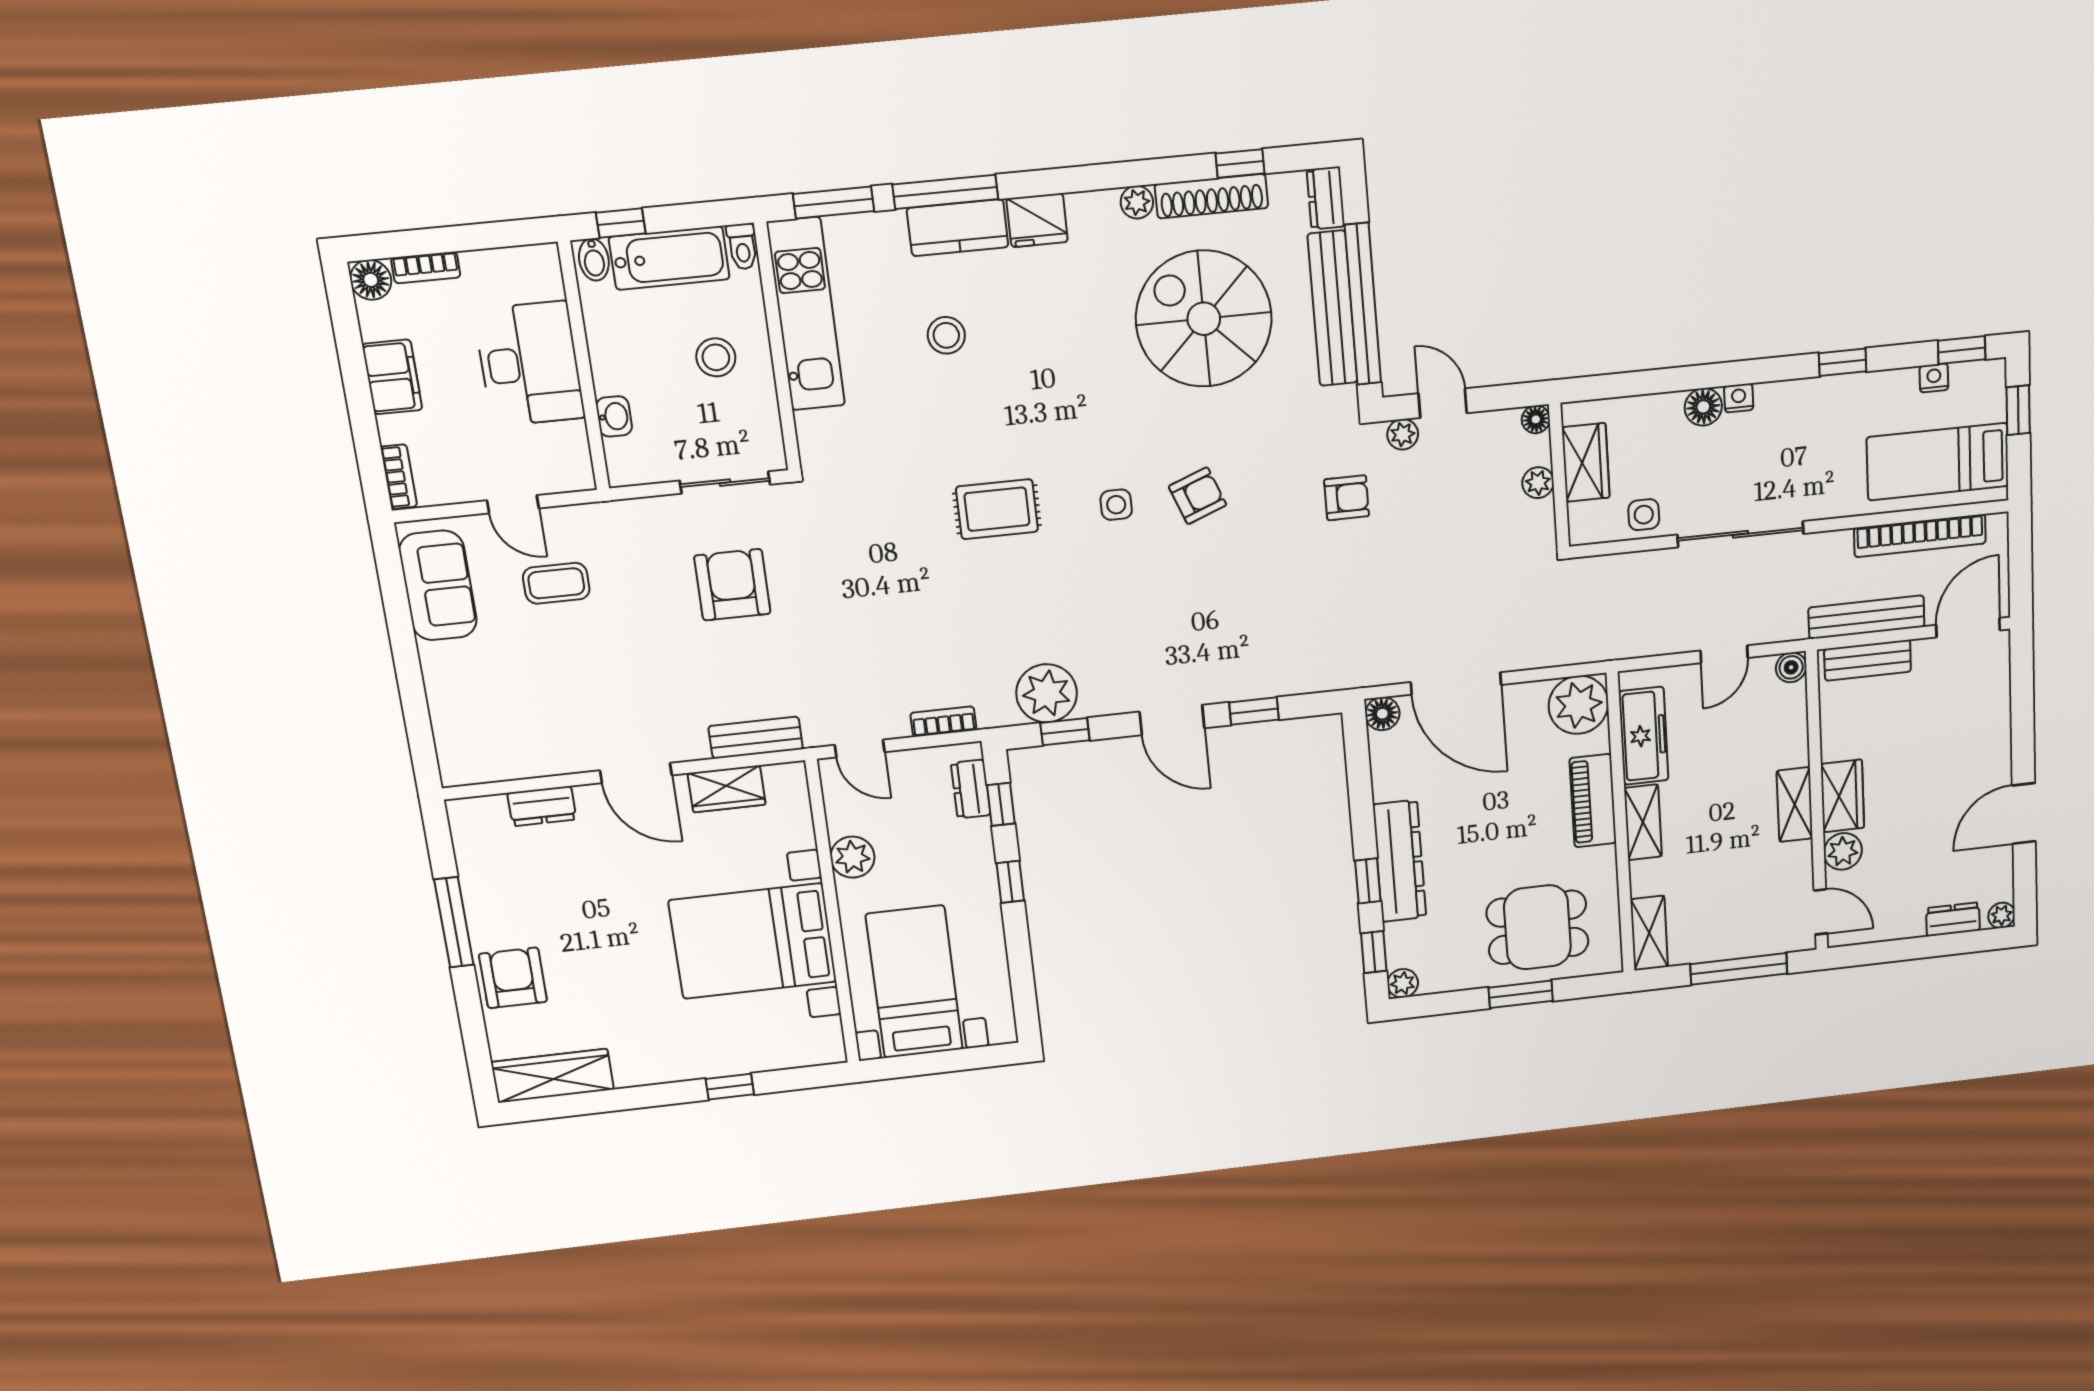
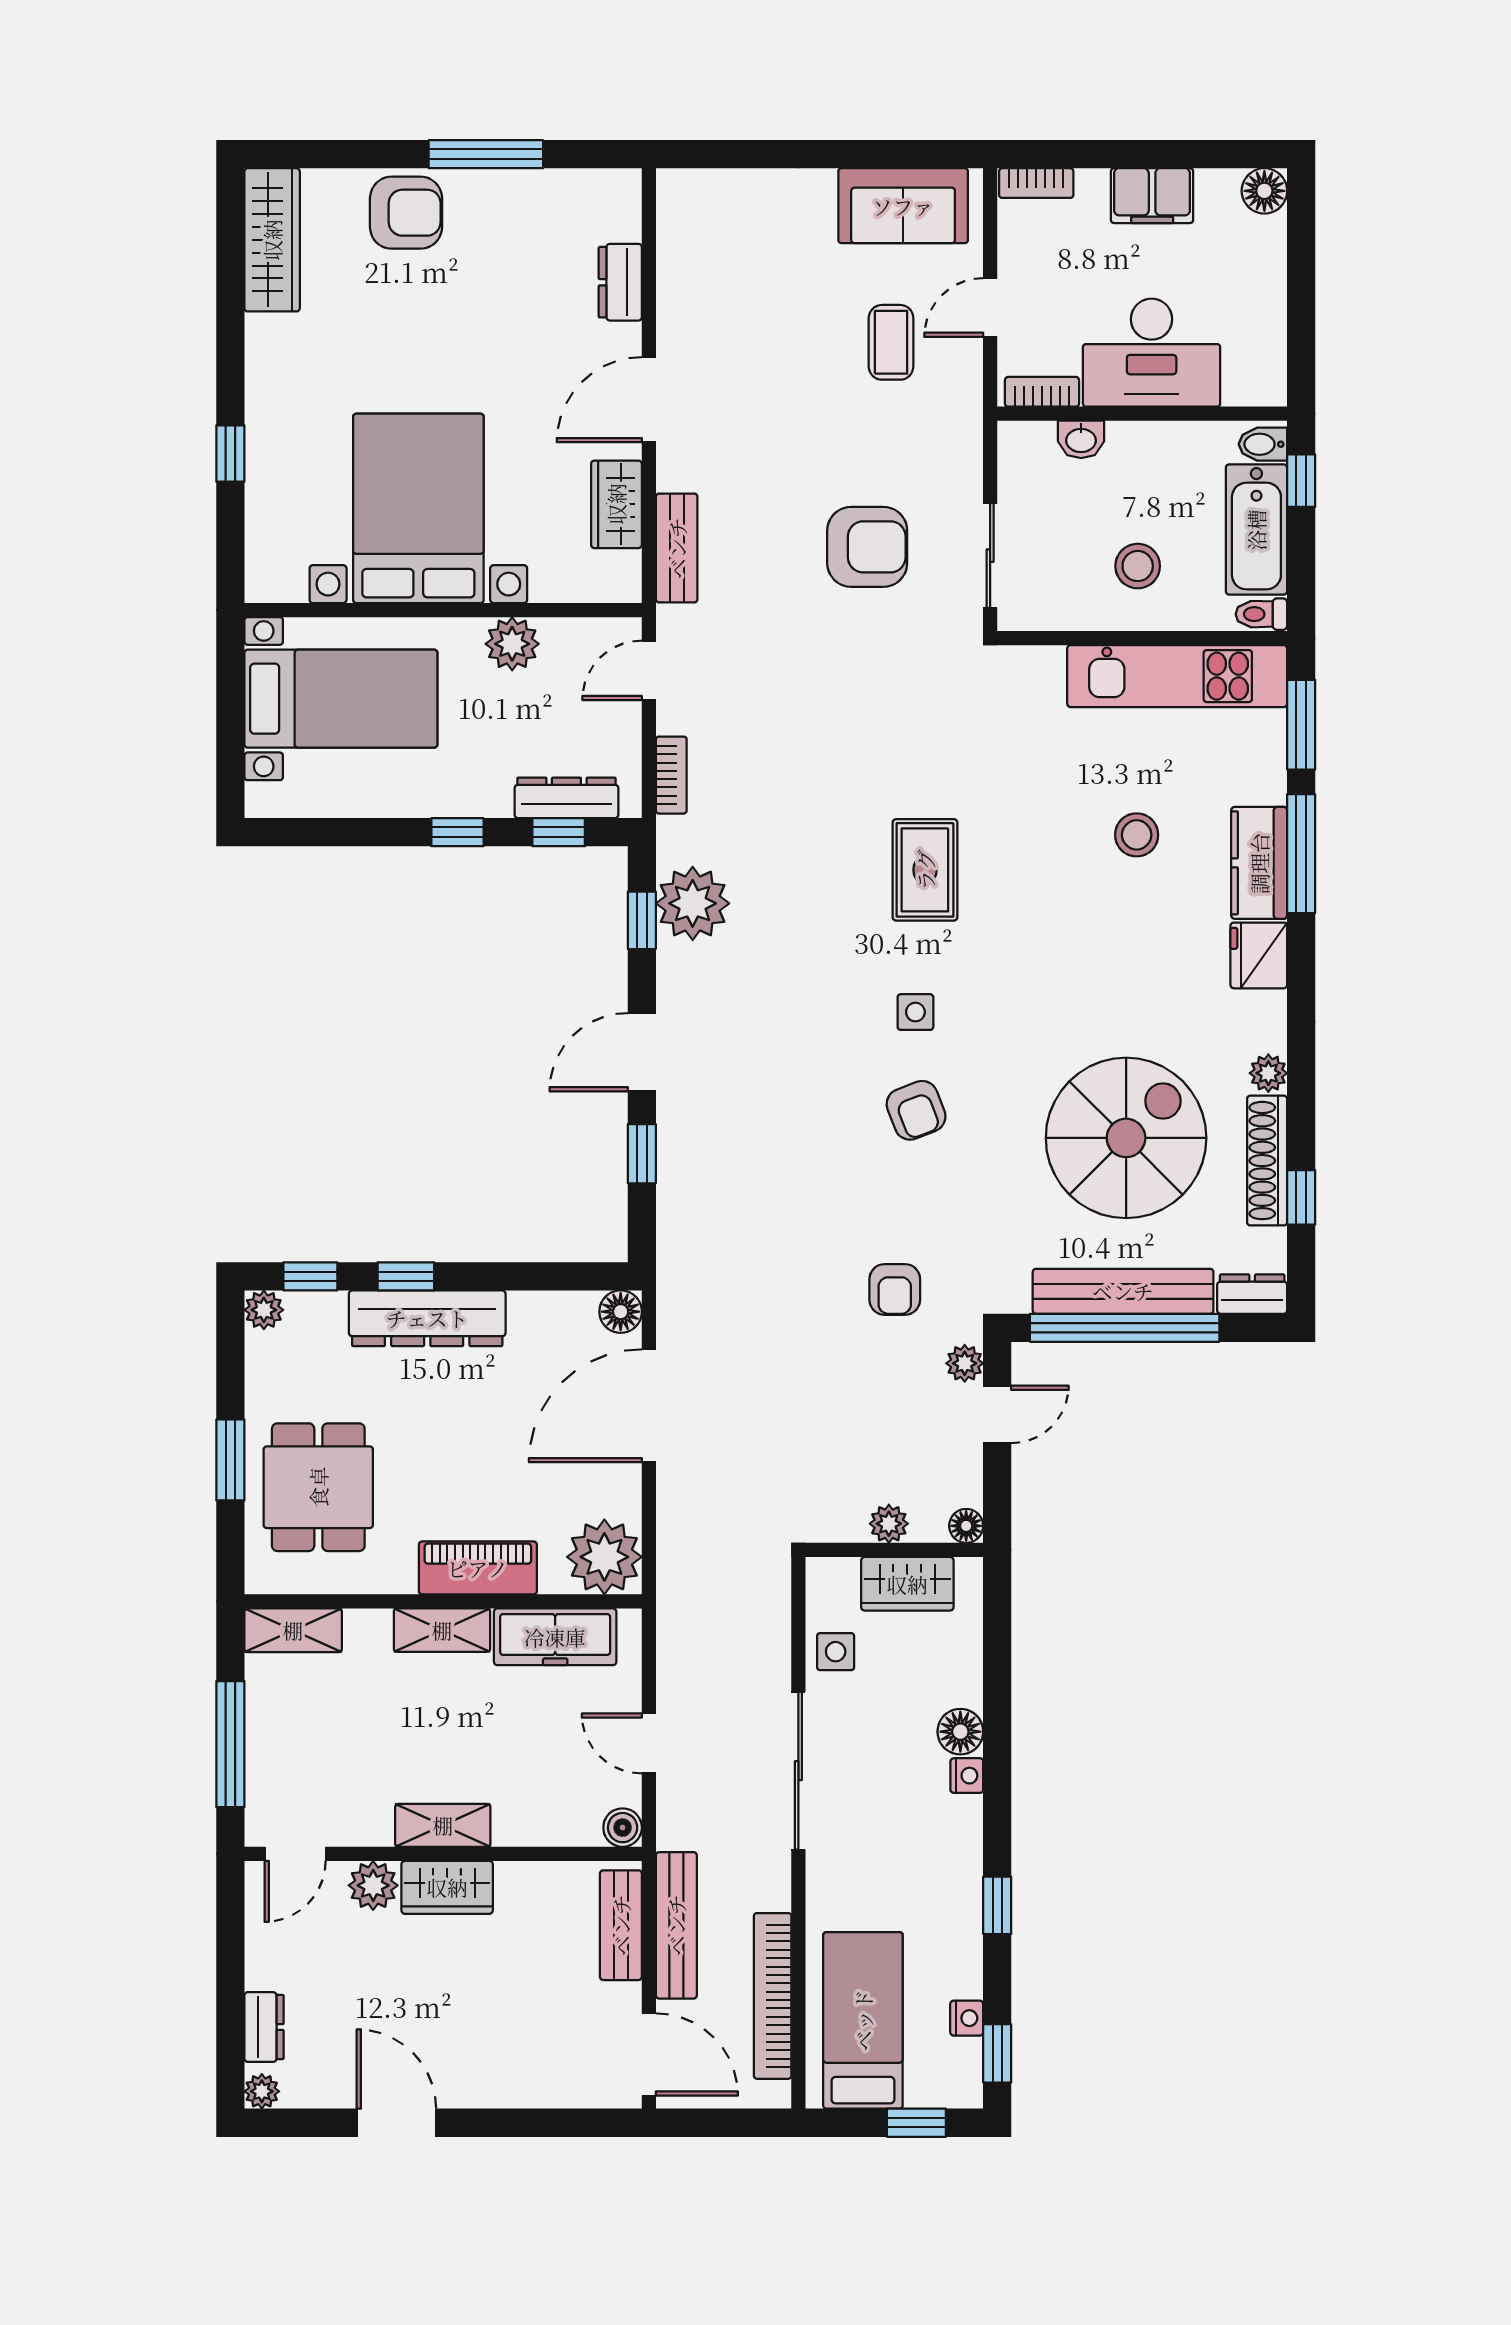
bookcase: (426, 268) -> (1042, 392), moved, turned 90
dresser: (971, 789) -> (566, 798), width x1.44

